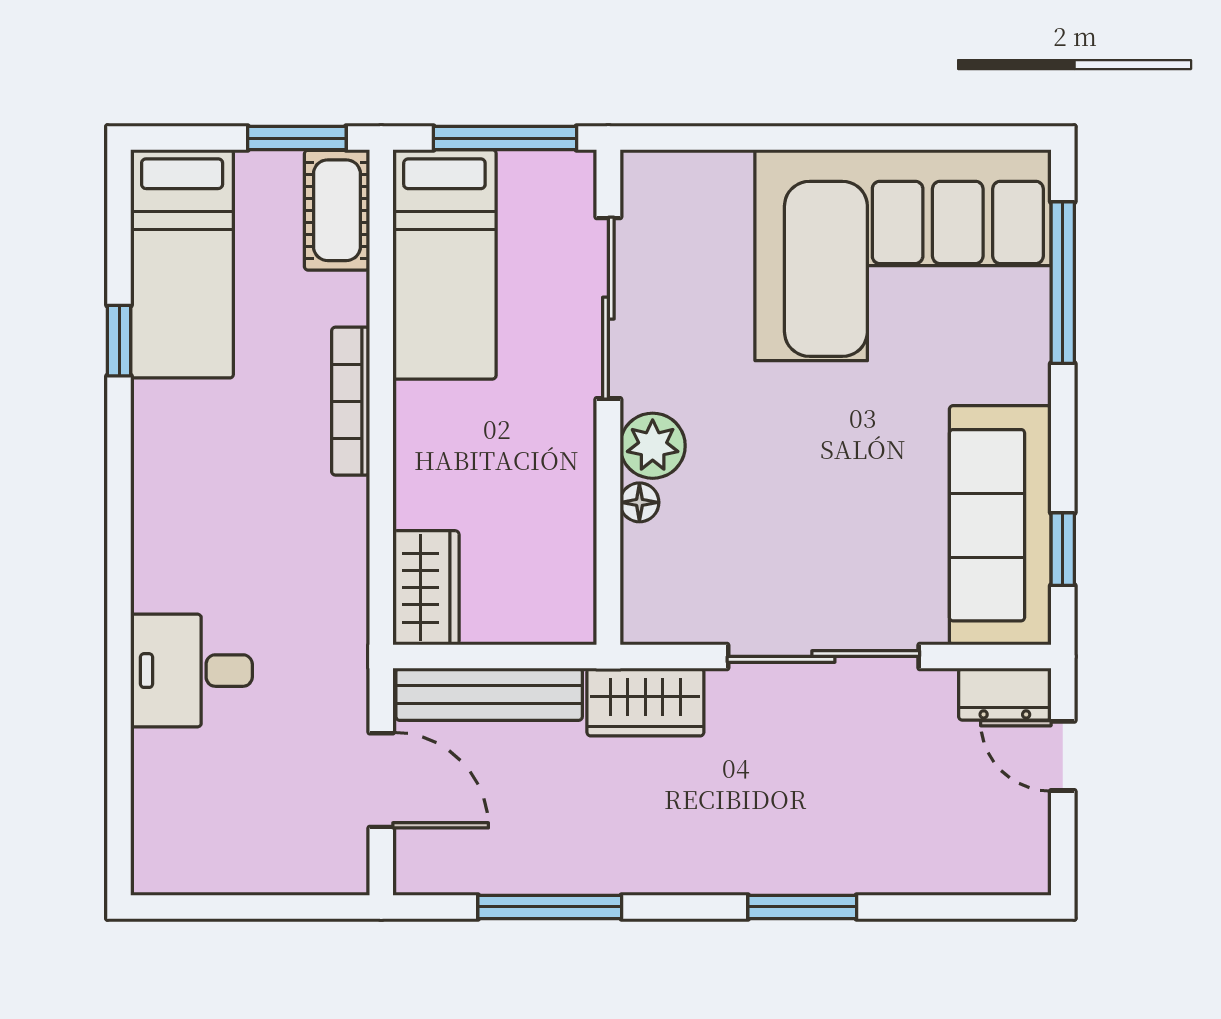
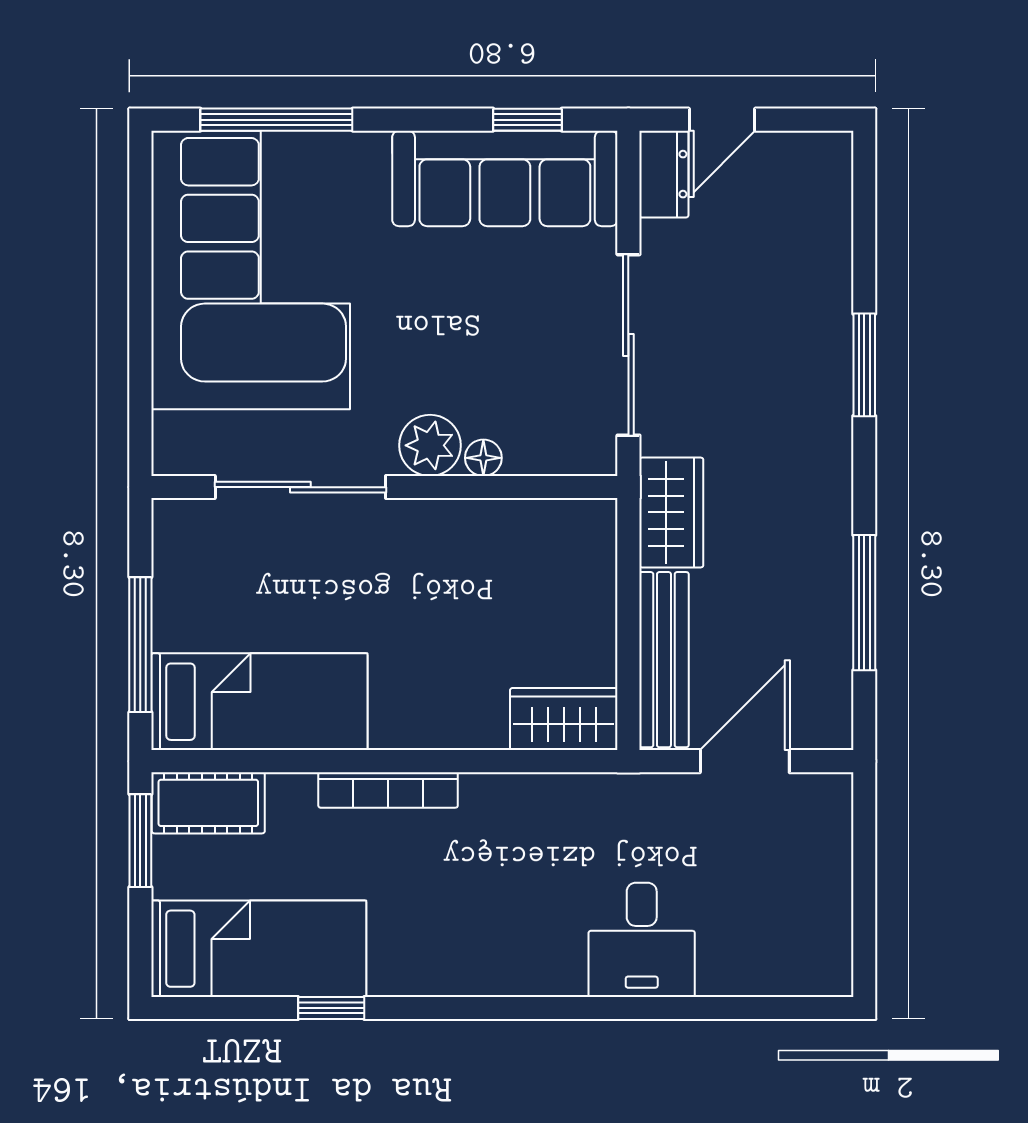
sliding door: (608, 308) -> (300, 487), moved
wall: (608, 397) -> (384, 487), moved
plant: (653, 446) -> (430, 445), moved
floor lamp: (639, 502) -> (483, 458), moved

